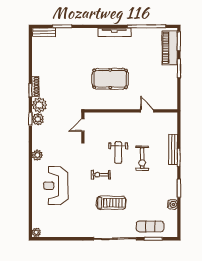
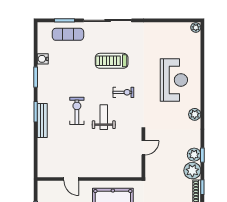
wall: (131, 111) -> (90, 179), moved
door: (147, 111) -> (71, 179), moved

